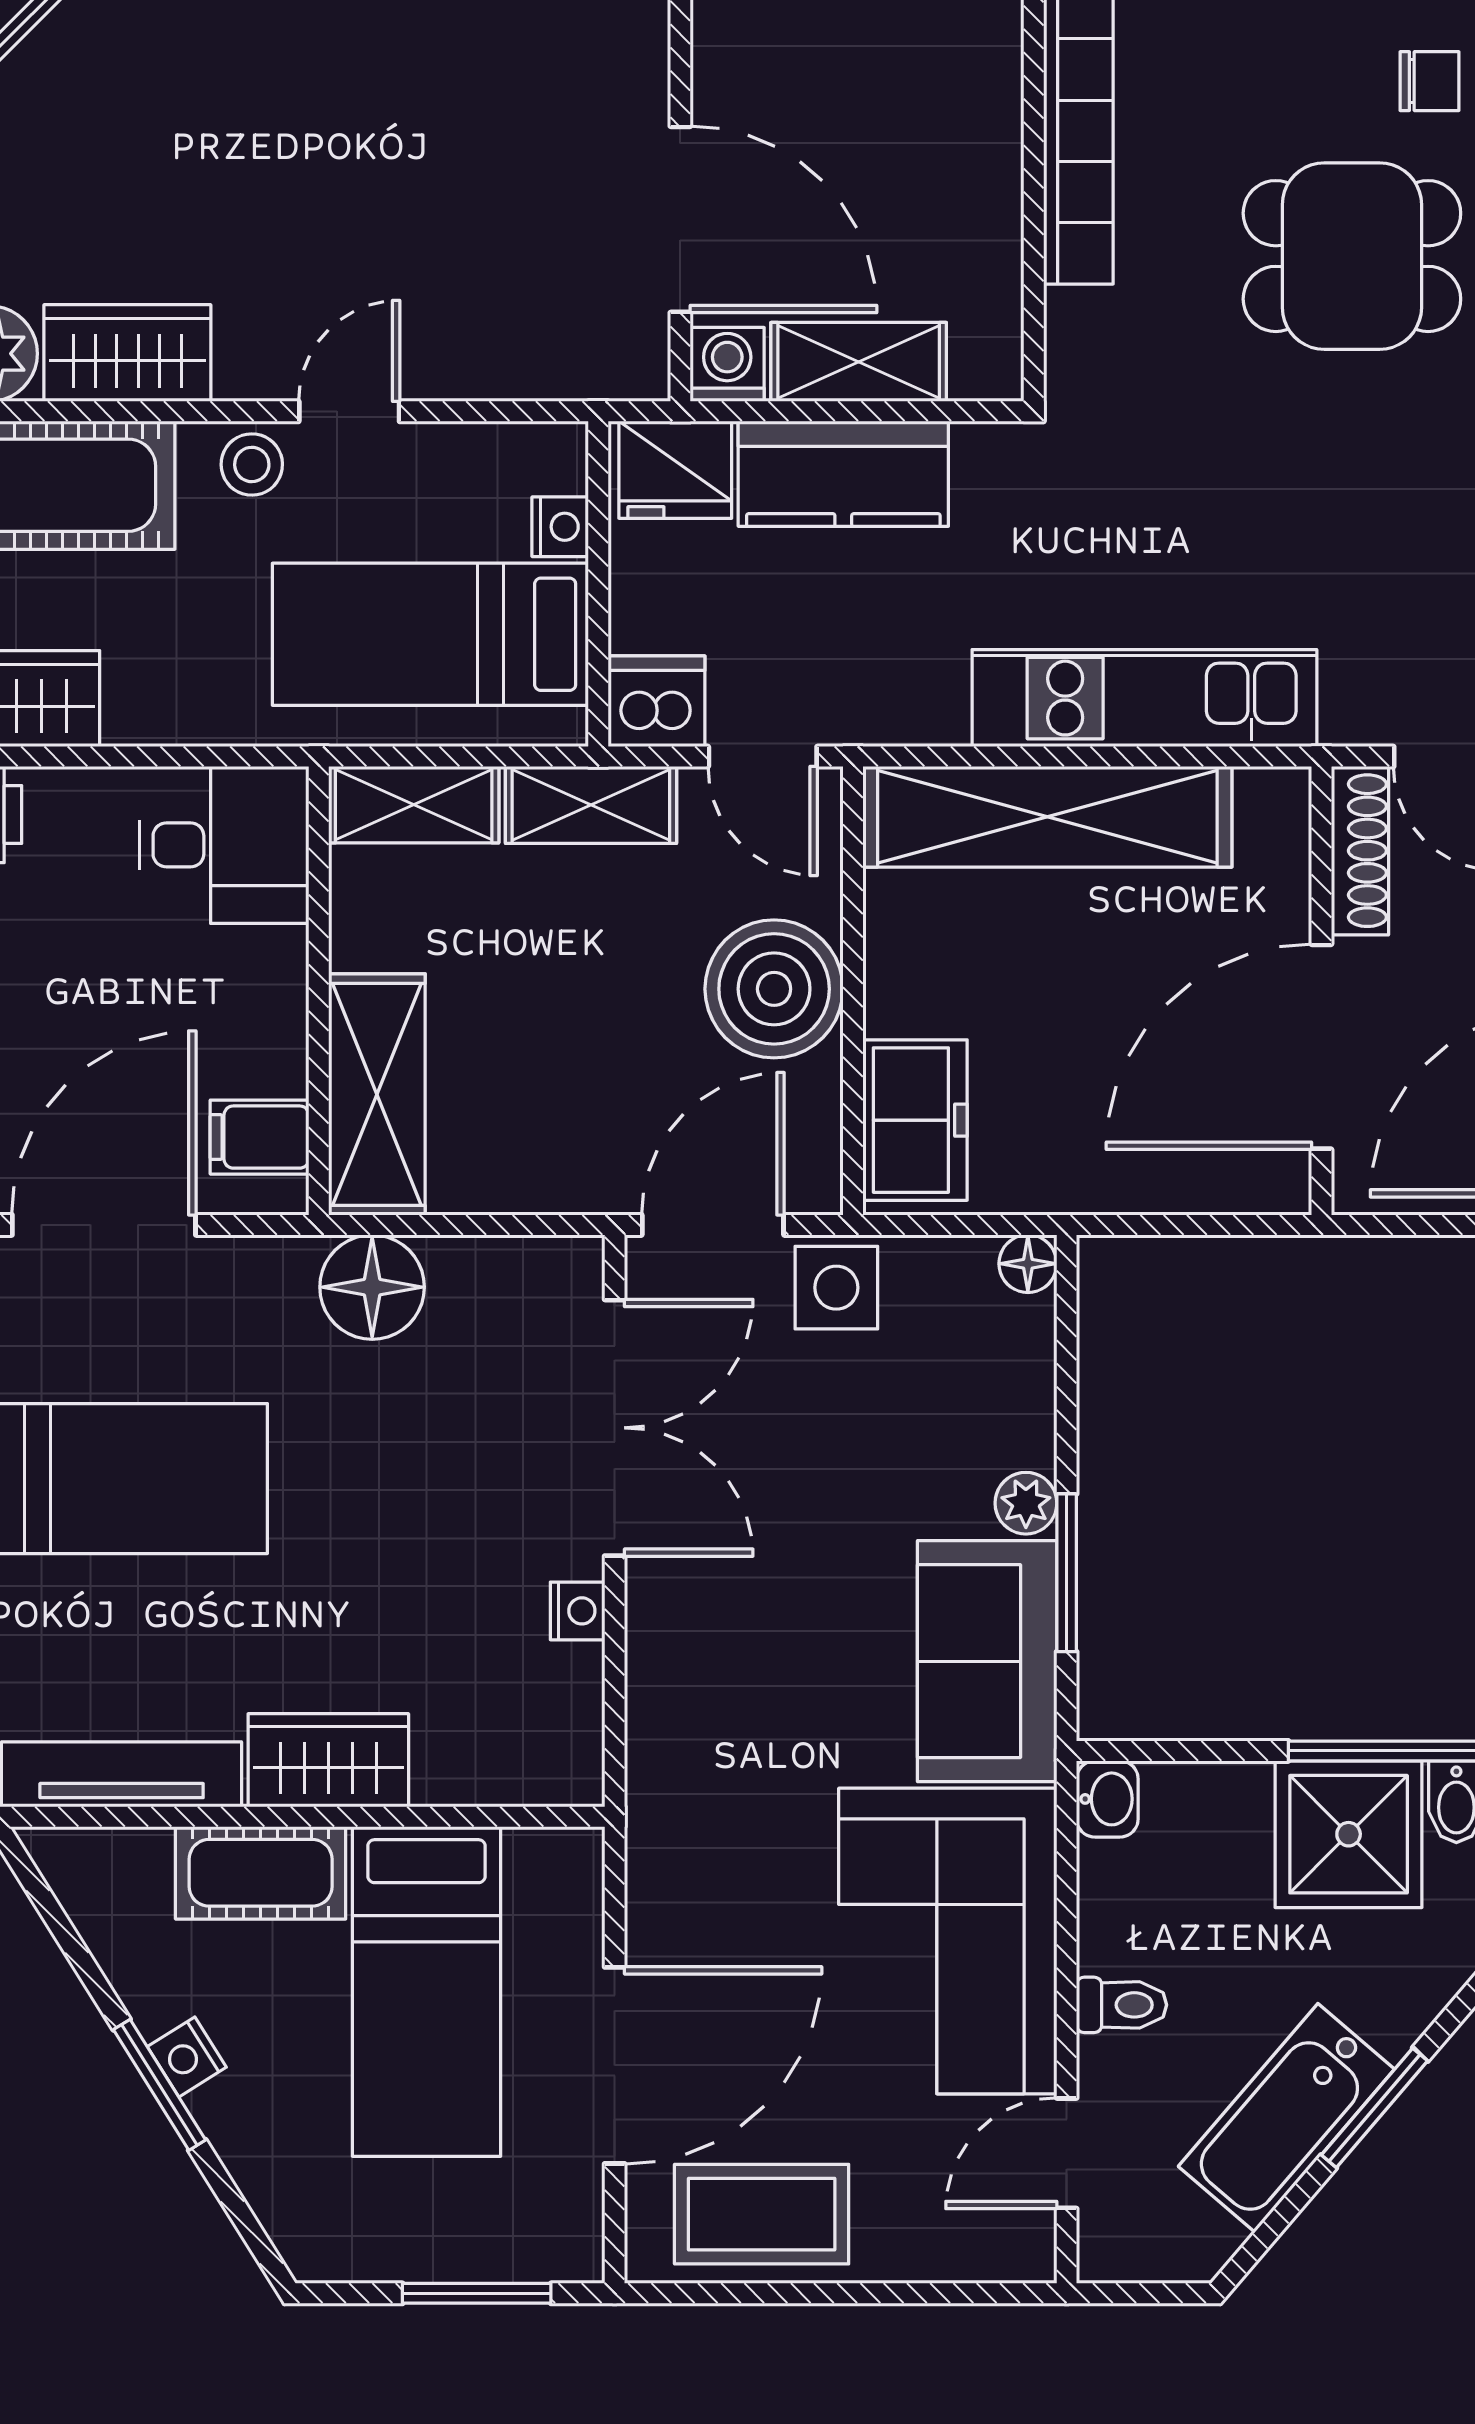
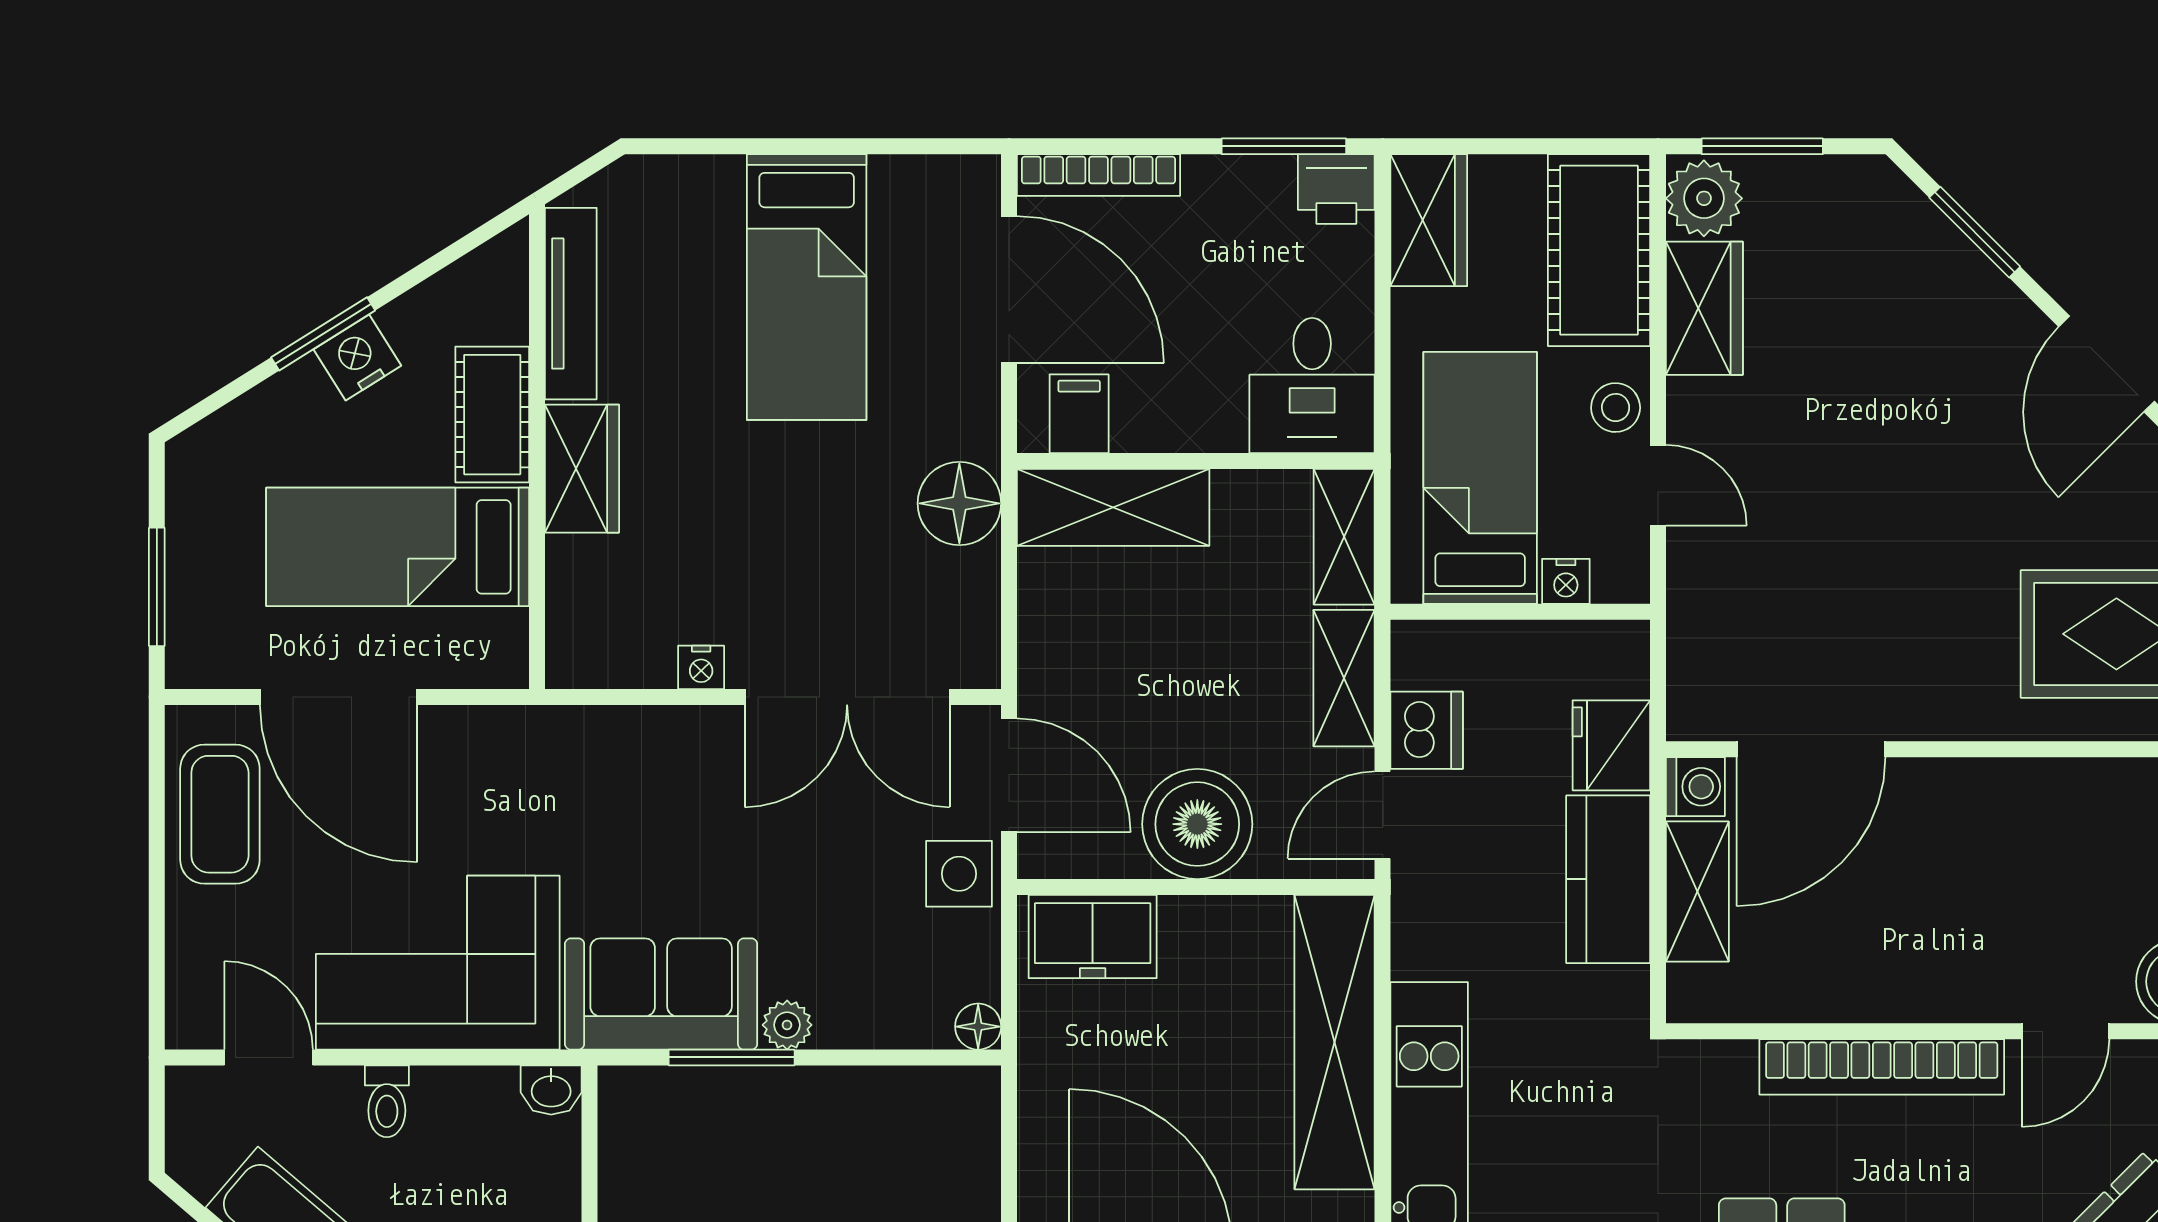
nightstand: (560, 527) -> (1566, 581), moved
wall: (598, 584) -> (1520, 612), moved
bed: (430, 634) -> (1480, 478), moved
nightstand: (187, 2057) -> (357, 357), width x1.39, depth x1.35

